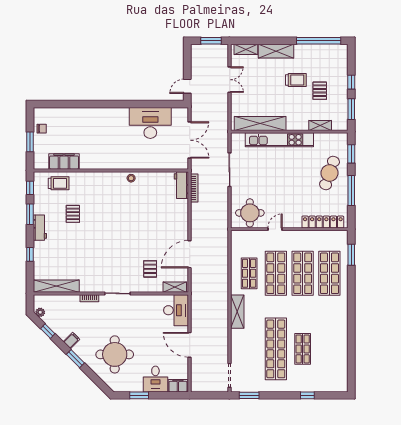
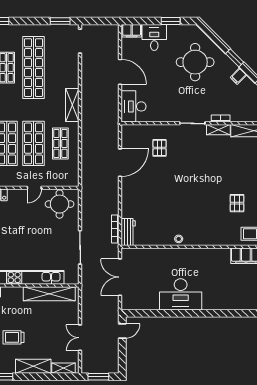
desk: (150, 123) -> (181, 294), moved
shelving: (175, 287) -> (218, 130), moved

